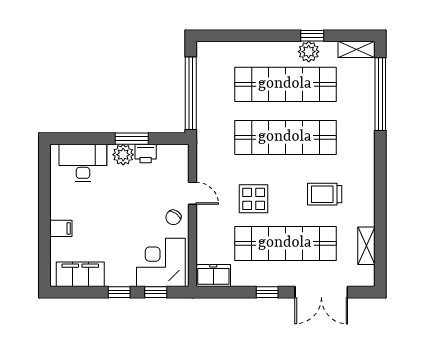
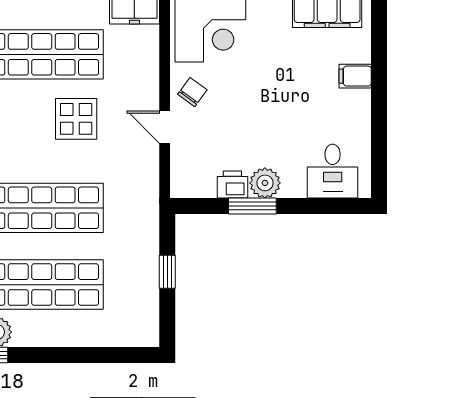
window: (191, 93) -> (167, 272), width x0.32
desk: (83, 163) -> (333, 171), width x0.73

